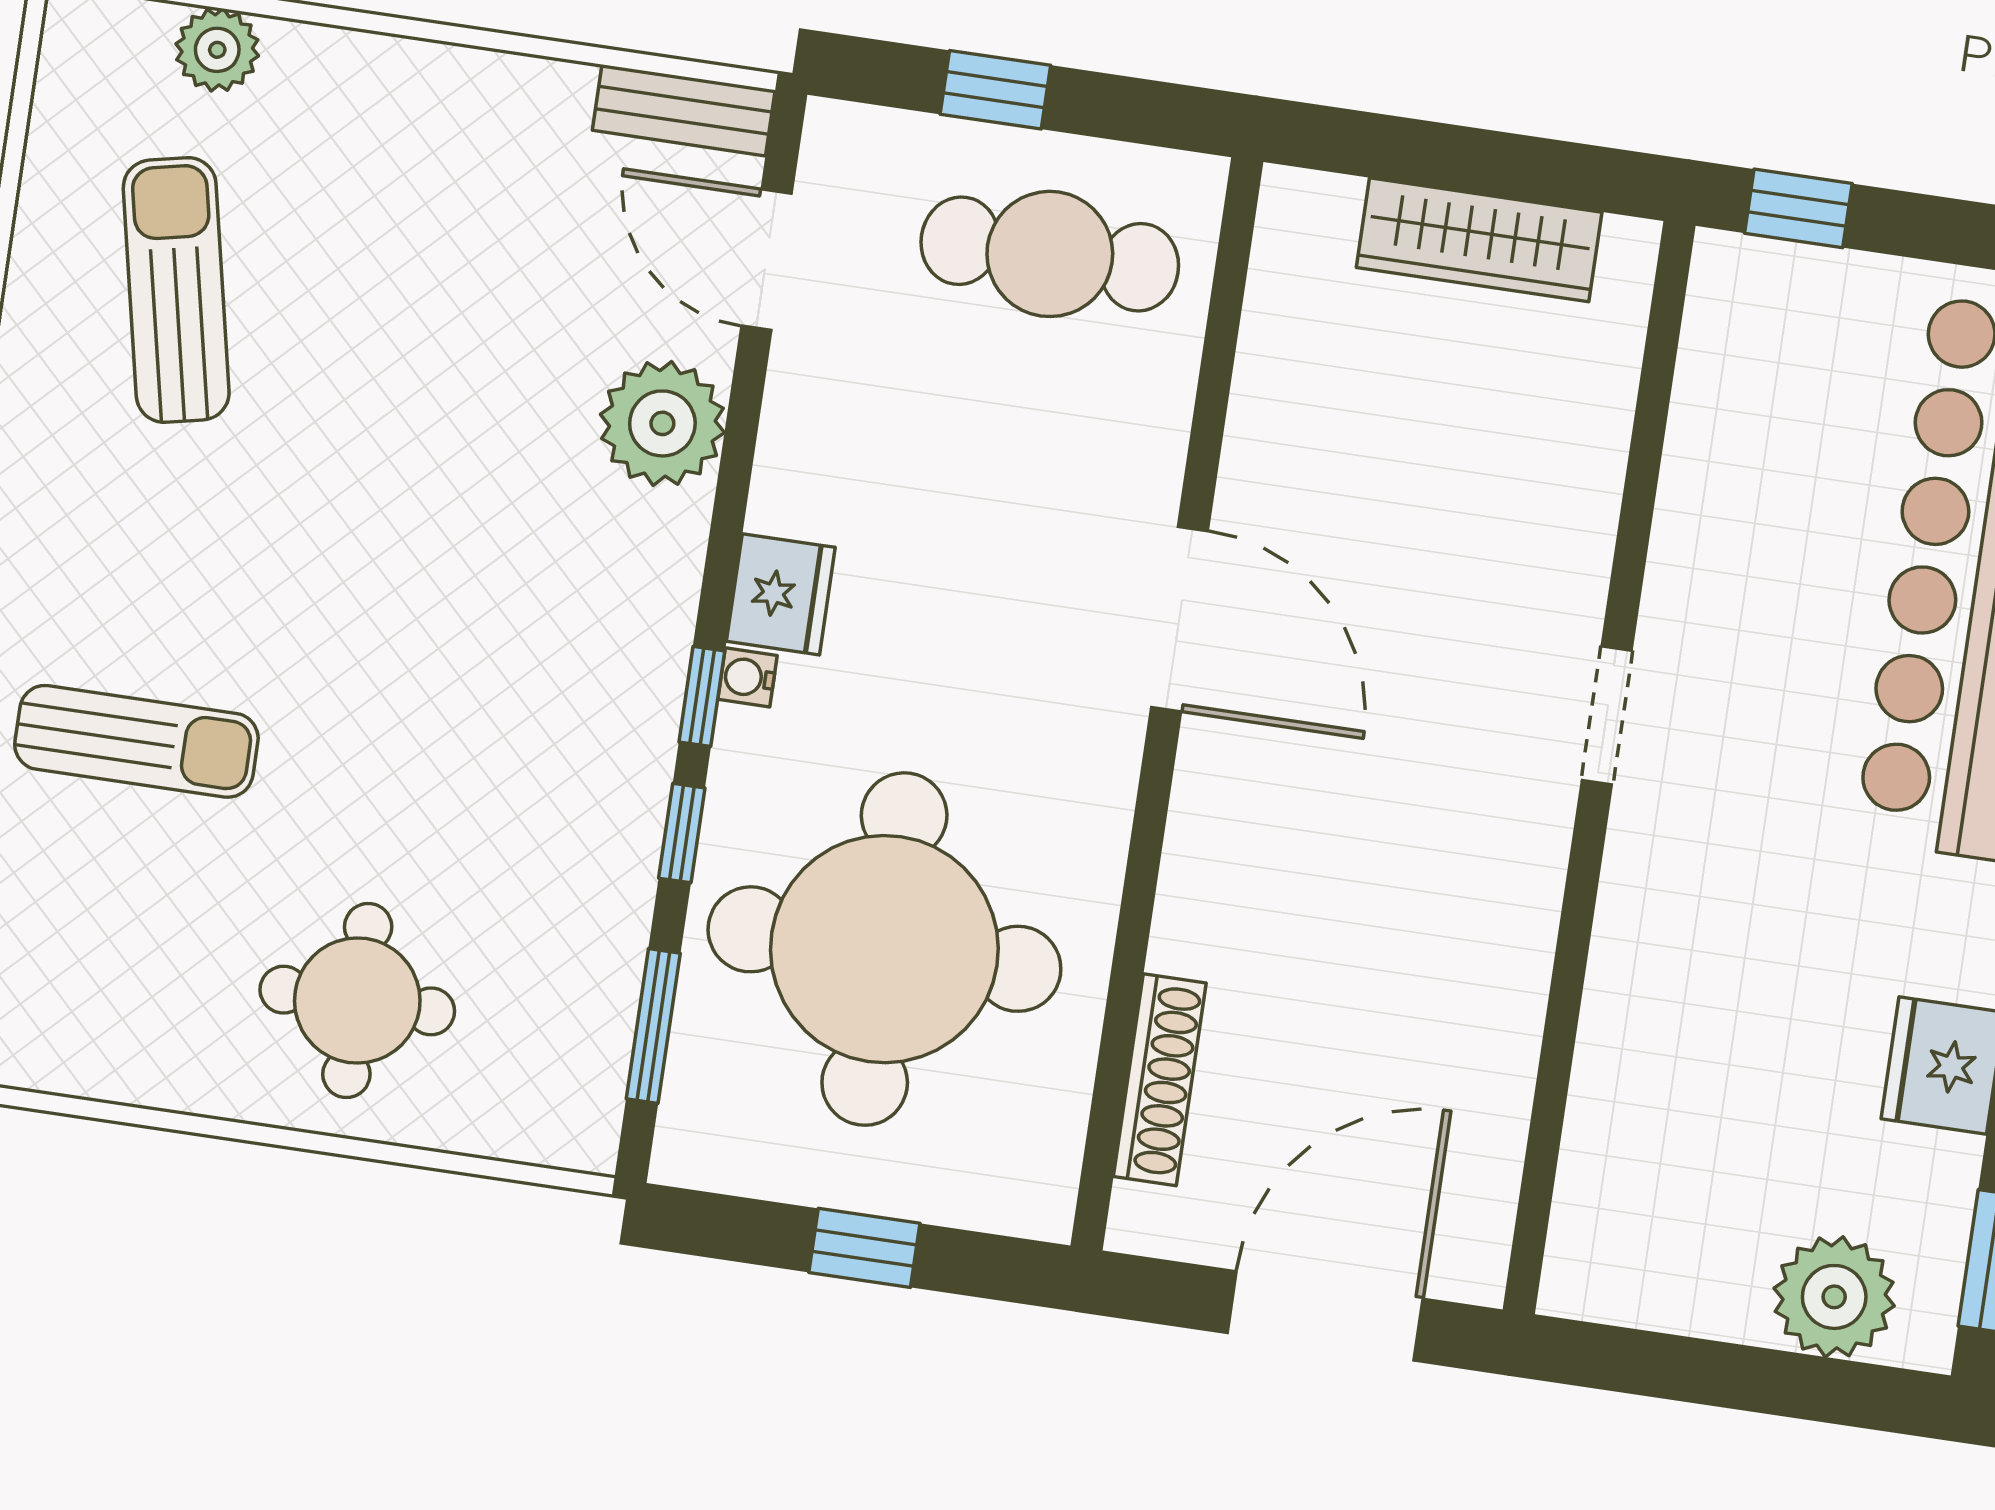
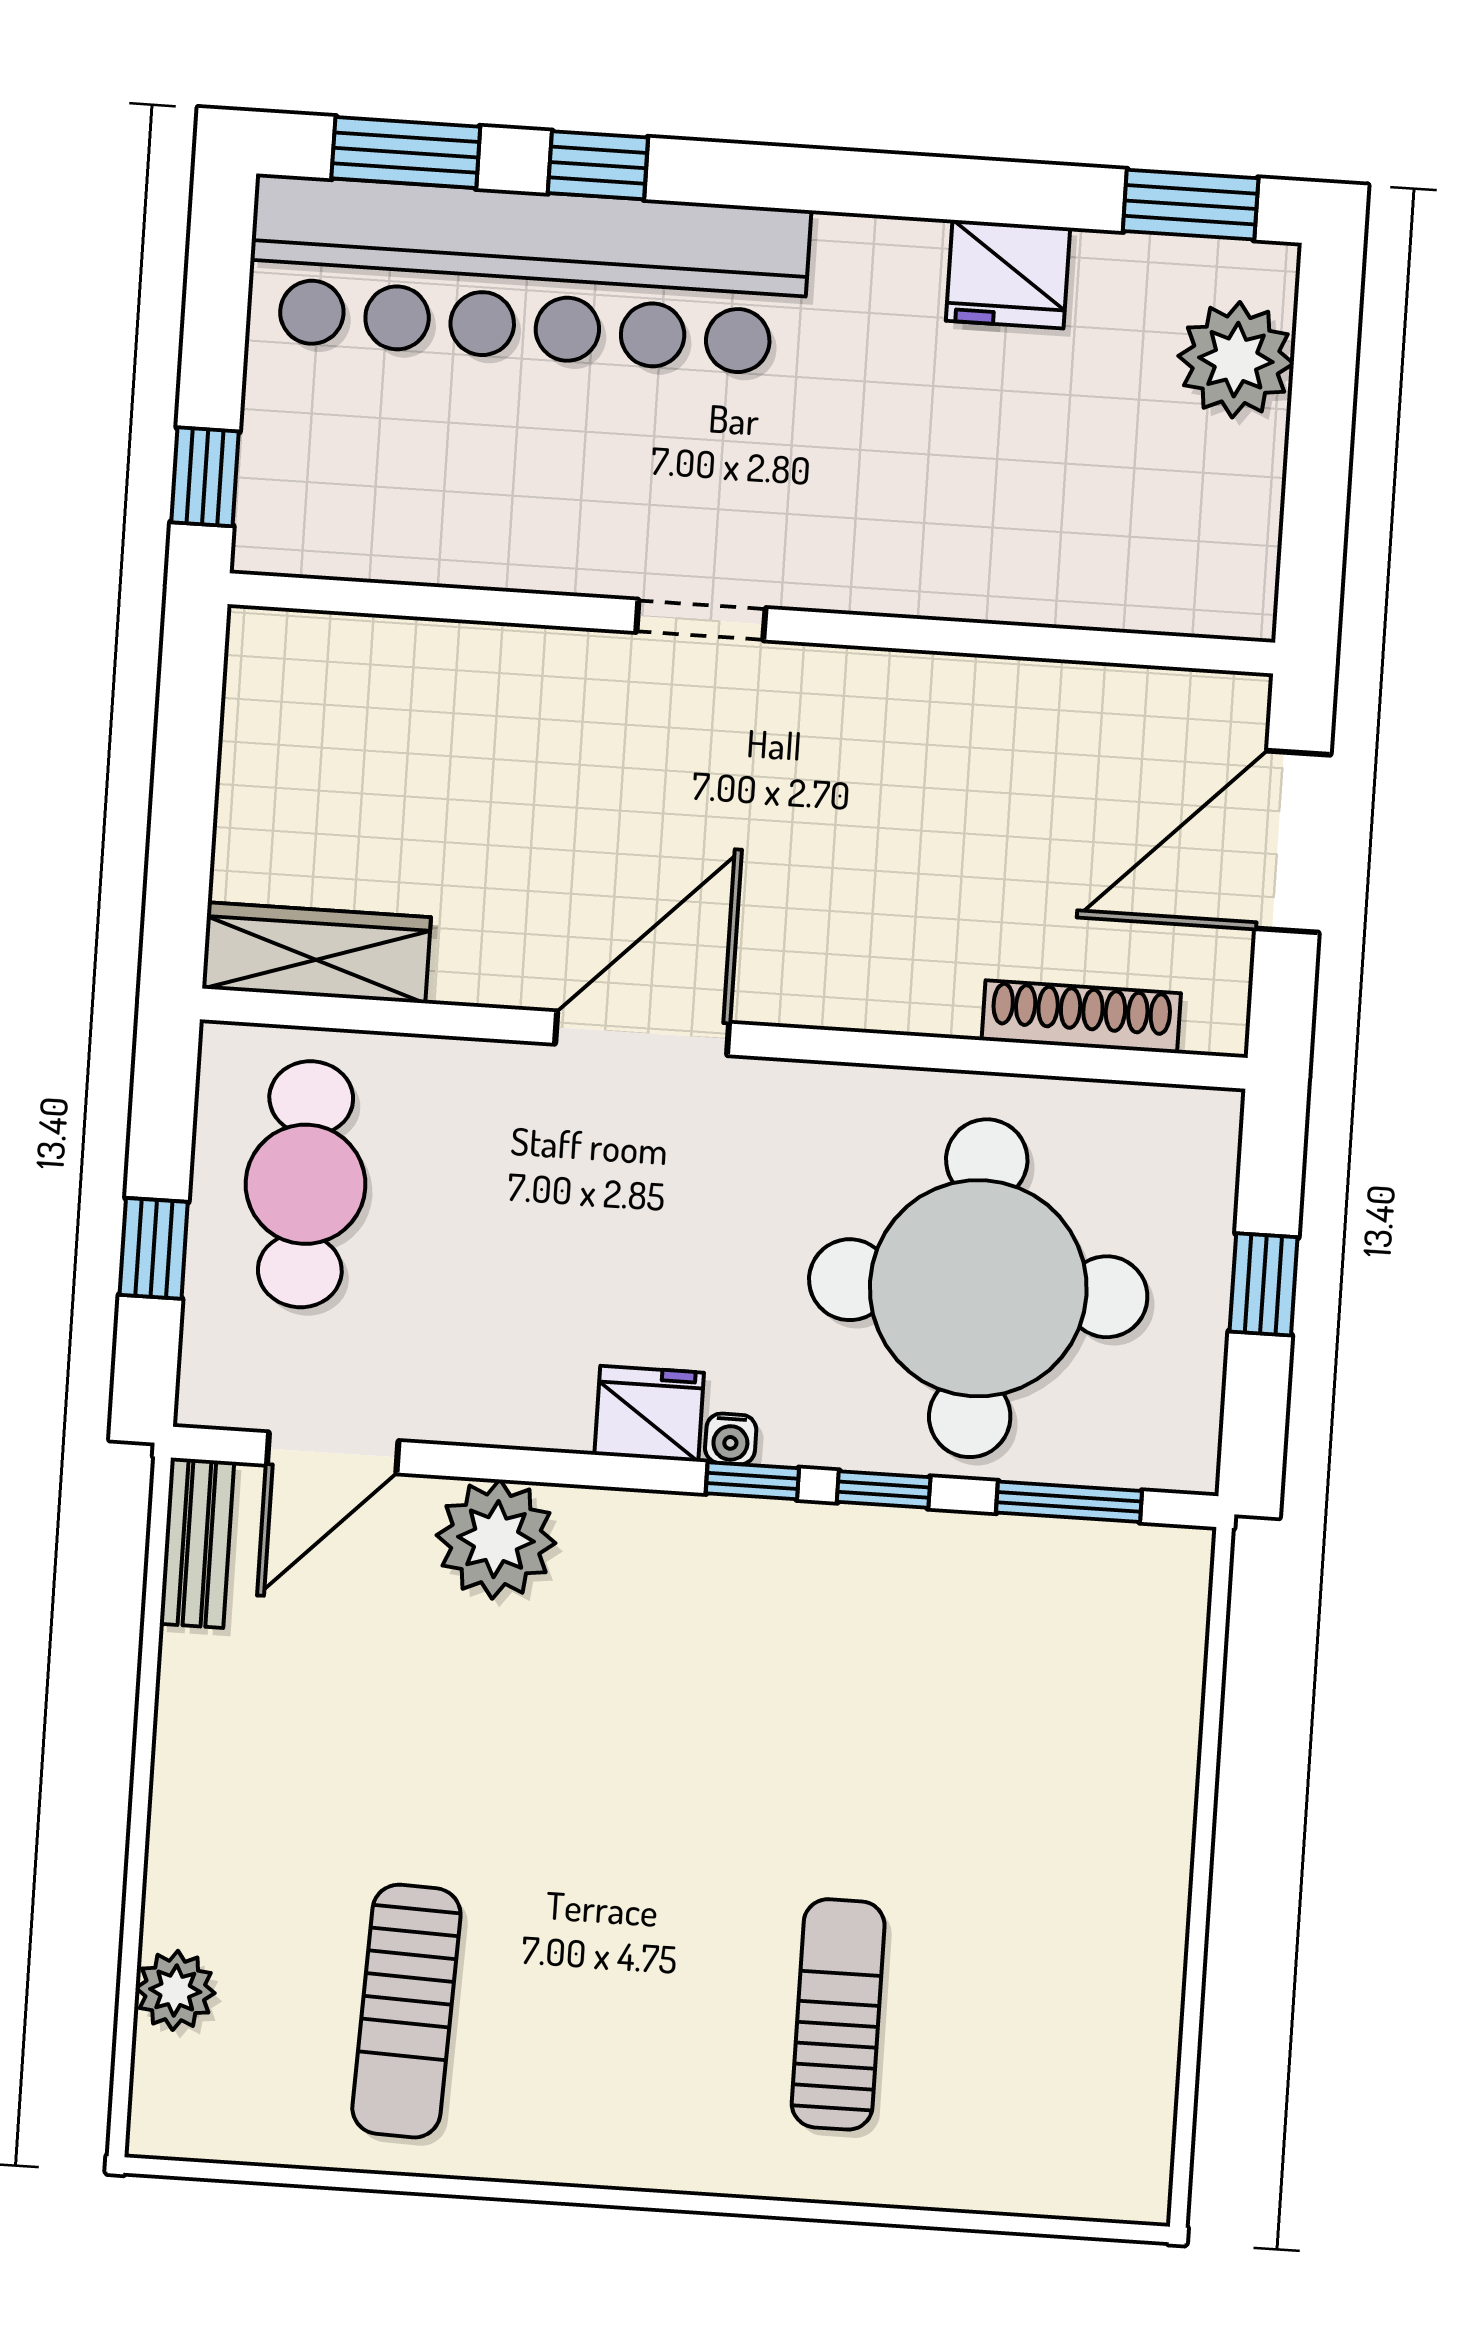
wardrobe: (1479, 240) -> (316, 953), moved, turned -90
sun lounger: (176, 290) -> (406, 2011), turned -76
round table: (357, 1001) -> (1067, 1785), removed
door: (1325, 1316) -> (1293, 842), hinge flipped

